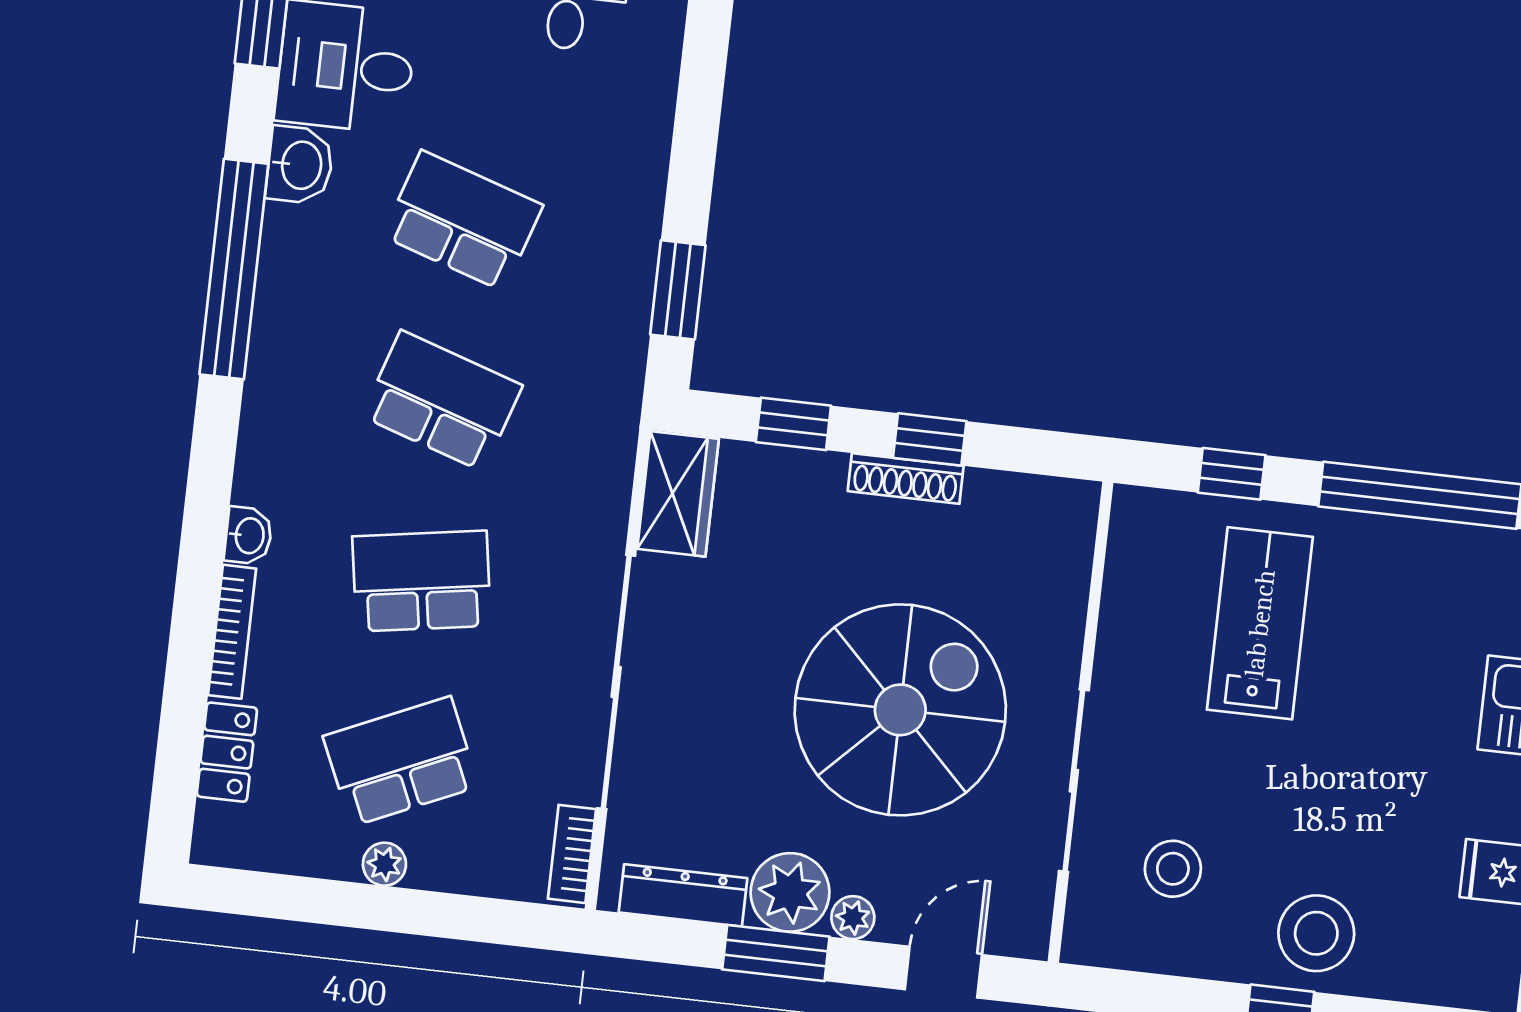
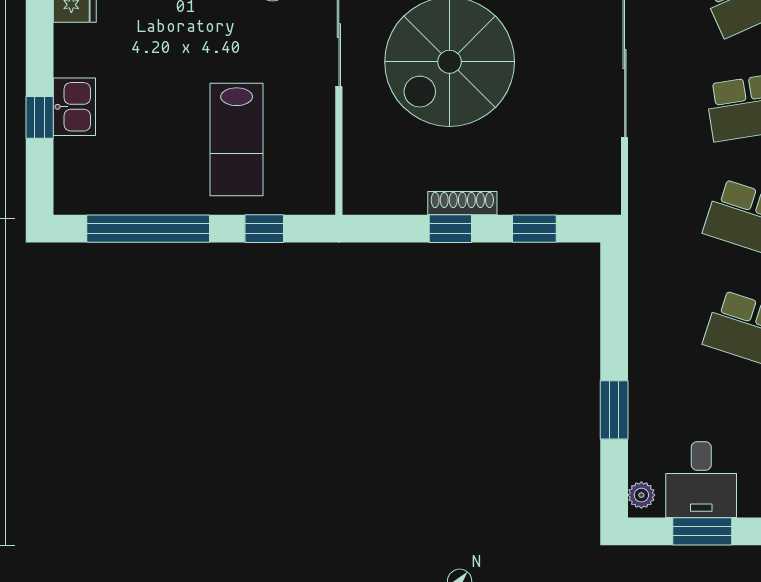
window: (678, 290) -> (614, 410), moved
wardrobe: (678, 494) -> (600, 178), removed

